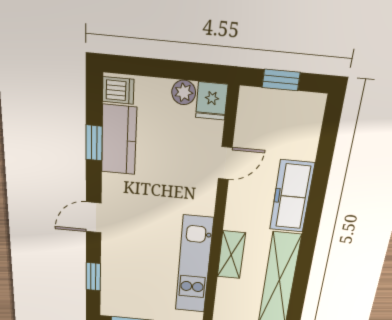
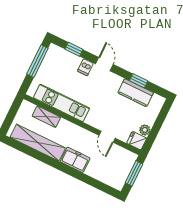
window: (281, 80) -> (134, 173), width x1.50
dishwasher: (118, 90) -> (85, 67), moved
freezer: (292, 197) -> (75, 160), width x0.71
shelving: (231, 255) -> (46, 117), moved

